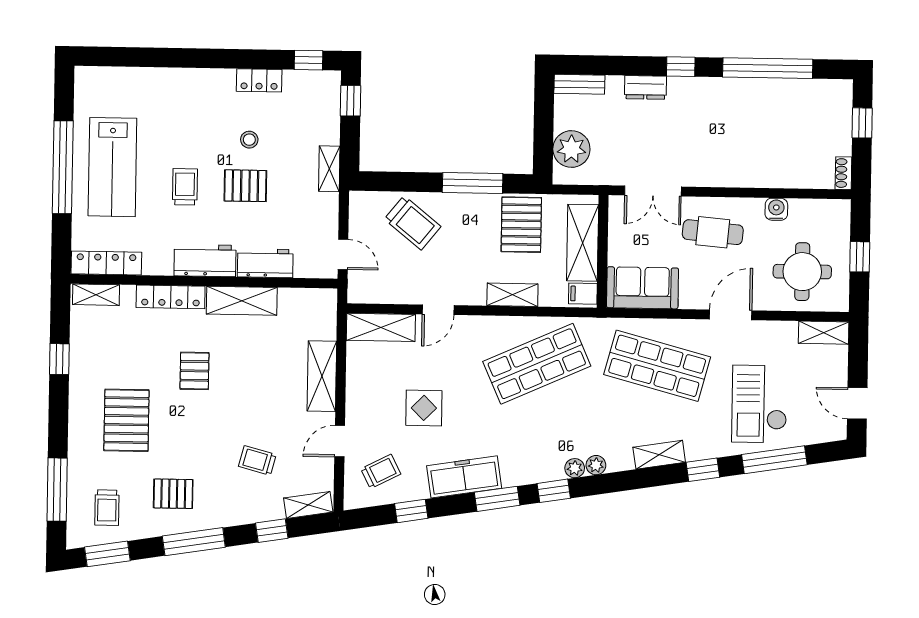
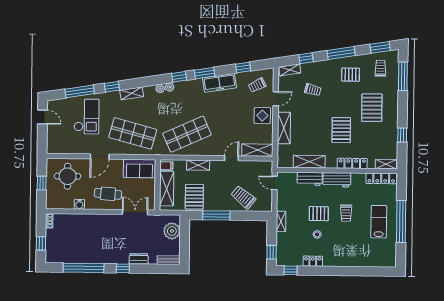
lab bench: (112, 167) -> (379, 222), width x0.73, depth x0.72
shelving: (242, 301) -> (309, 162), moved
shelving: (824, 333) -> (58, 149), removed
pallet: (194, 371) -> (341, 130), width x1.50, depth x1.42
display table: (424, 408) -> (262, 116), moved

